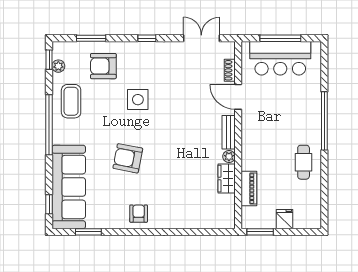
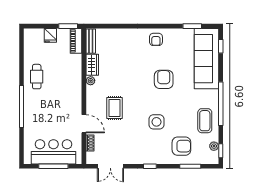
rug: (196, 119) -> (115, 108), added
bench: (229, 132) -> (91, 41), moved
armchair: (128, 158) -> (164, 79), turned -101
piano: (249, 189) -> (76, 41), moved

